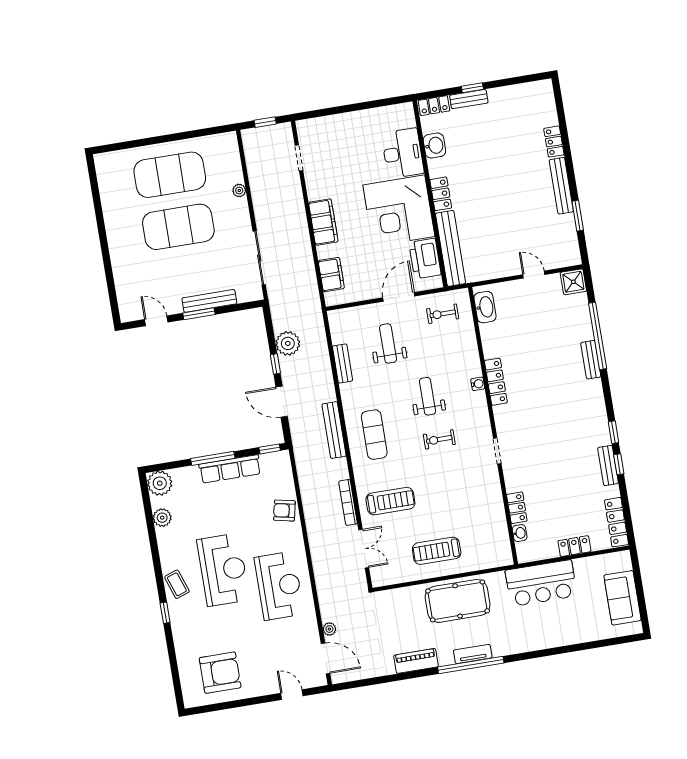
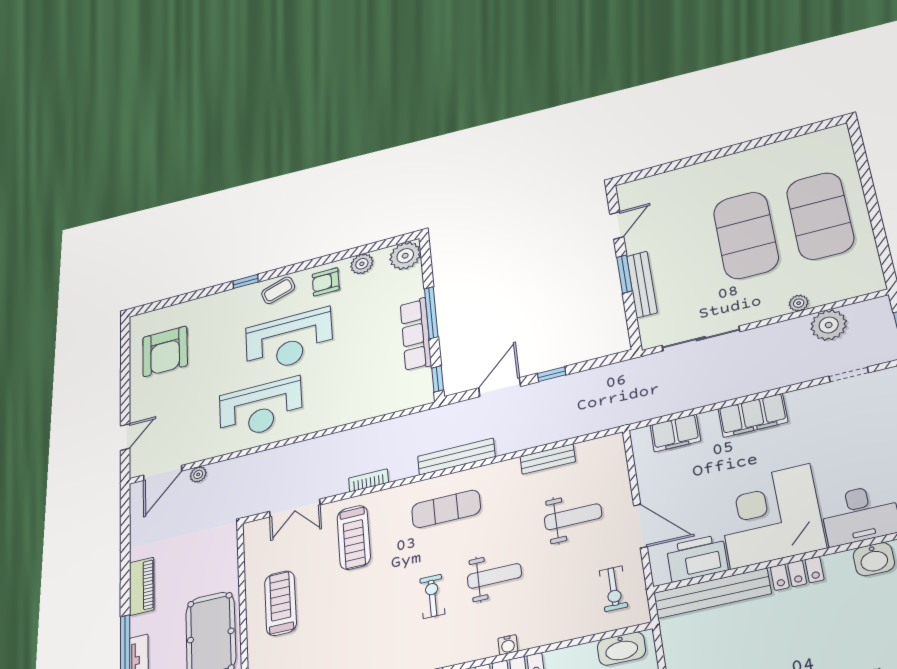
exercise bike: (443, 314) -> (613, 589), turned 180
plant: (288, 343) -> (829, 325), moved
bookcase: (348, 502) -> (368, 480), width x0.64
armchair: (284, 510) -> (326, 282), moved, turned -102

